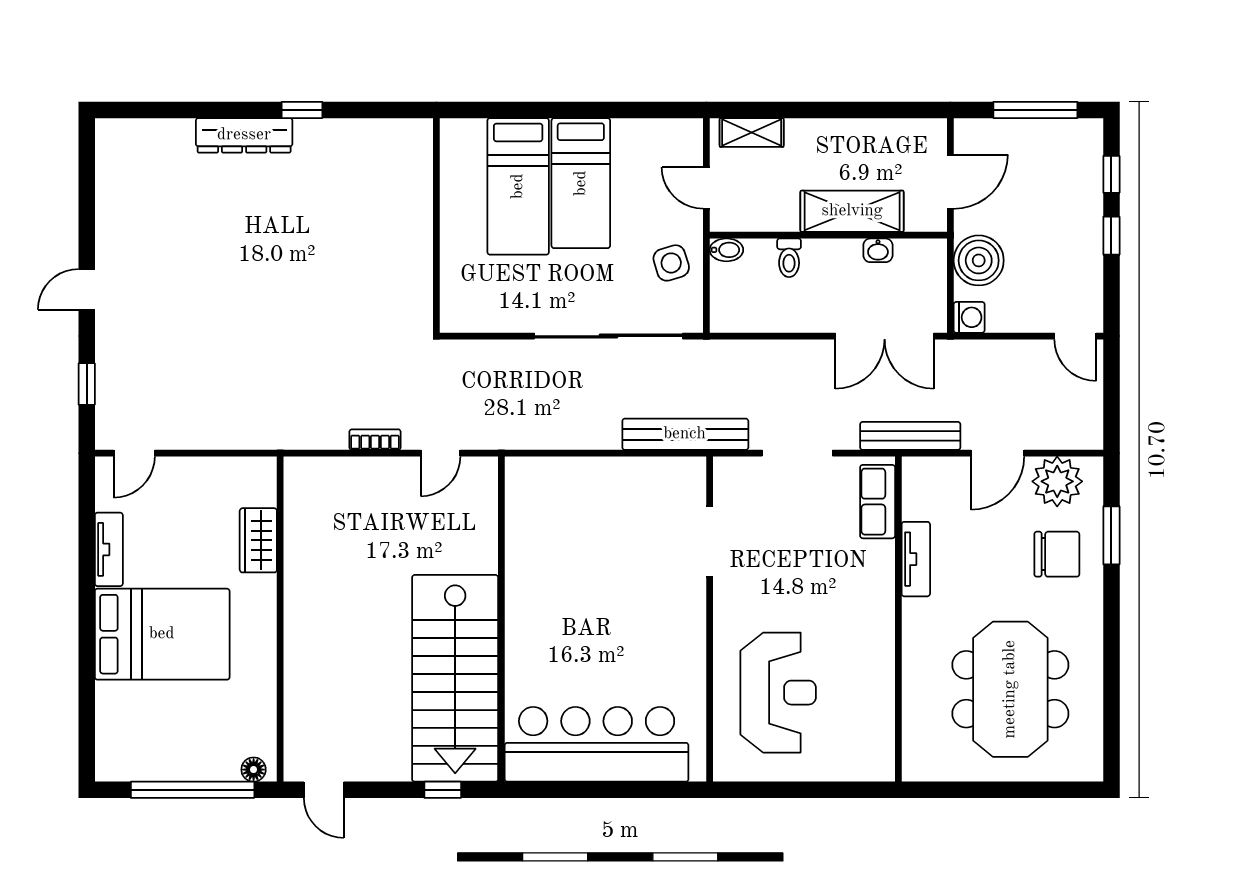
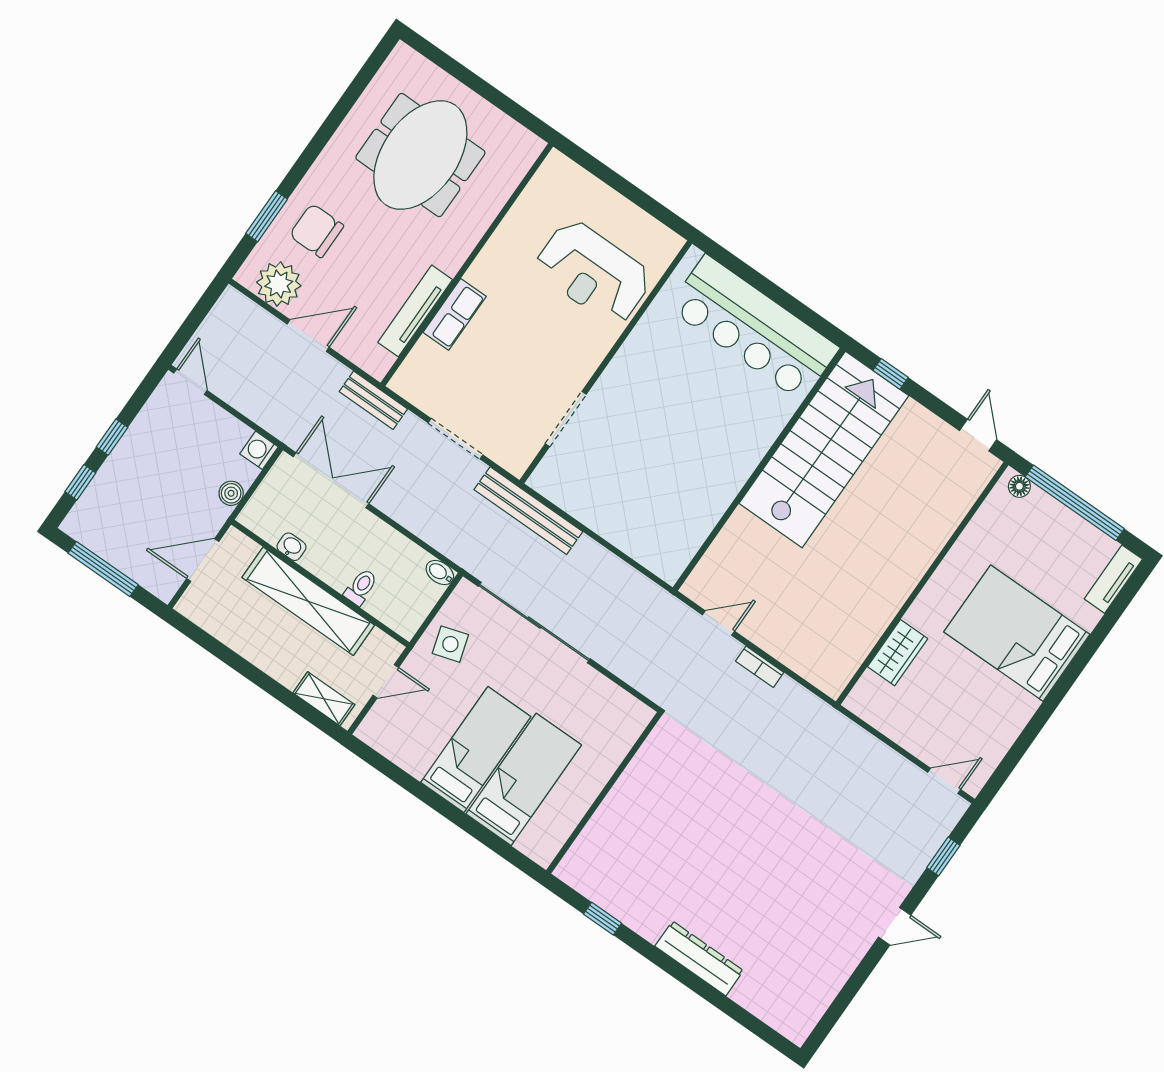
window: (302, 110) -> (602, 919), moved
door: (706, 188) -> (386, 681), hinge flipped
shelving: (852, 211) -> (308, 601), width x1.47
bidet: (726, 250) -> (440, 573), moved
boiler: (979, 260) -> (231, 493), width x0.54, depth x0.54
bench: (910, 436) -> (373, 400), width x0.73
row of seats: (878, 502) -> (455, 314), moved
tv unit: (109, 549) -> (1113, 579), moved
tv unit: (916, 559) -> (415, 311), width x1.41
reception desk: (778, 693) -> (593, 272), turned -90

